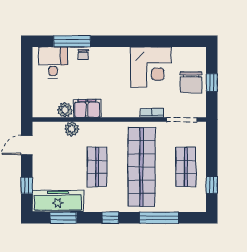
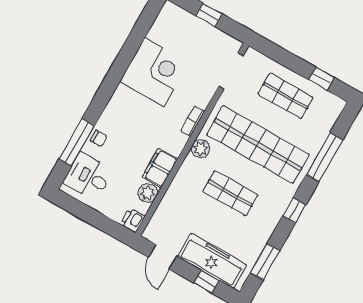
chair: (191, 82) -> (196, 37), removed
printer: (40, 110) -> (133, 220), added
bookcase: (152, 113) -> (193, 121), moved
plant: (72, 129) -> (200, 149), moved
freezer: (58, 201) -> (212, 261), moved, turned 90

